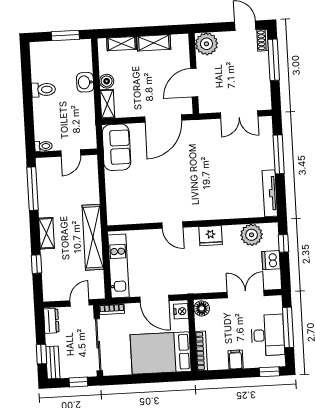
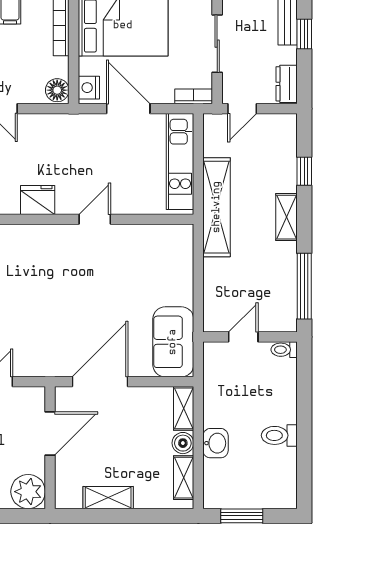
shelving: (122, 44) -> (184, 478), moved, turned 90
door: (172, 225) -> (95, 219), hinge flipped
sliding door: (98, 345) -> (217, 44), width x0.73

